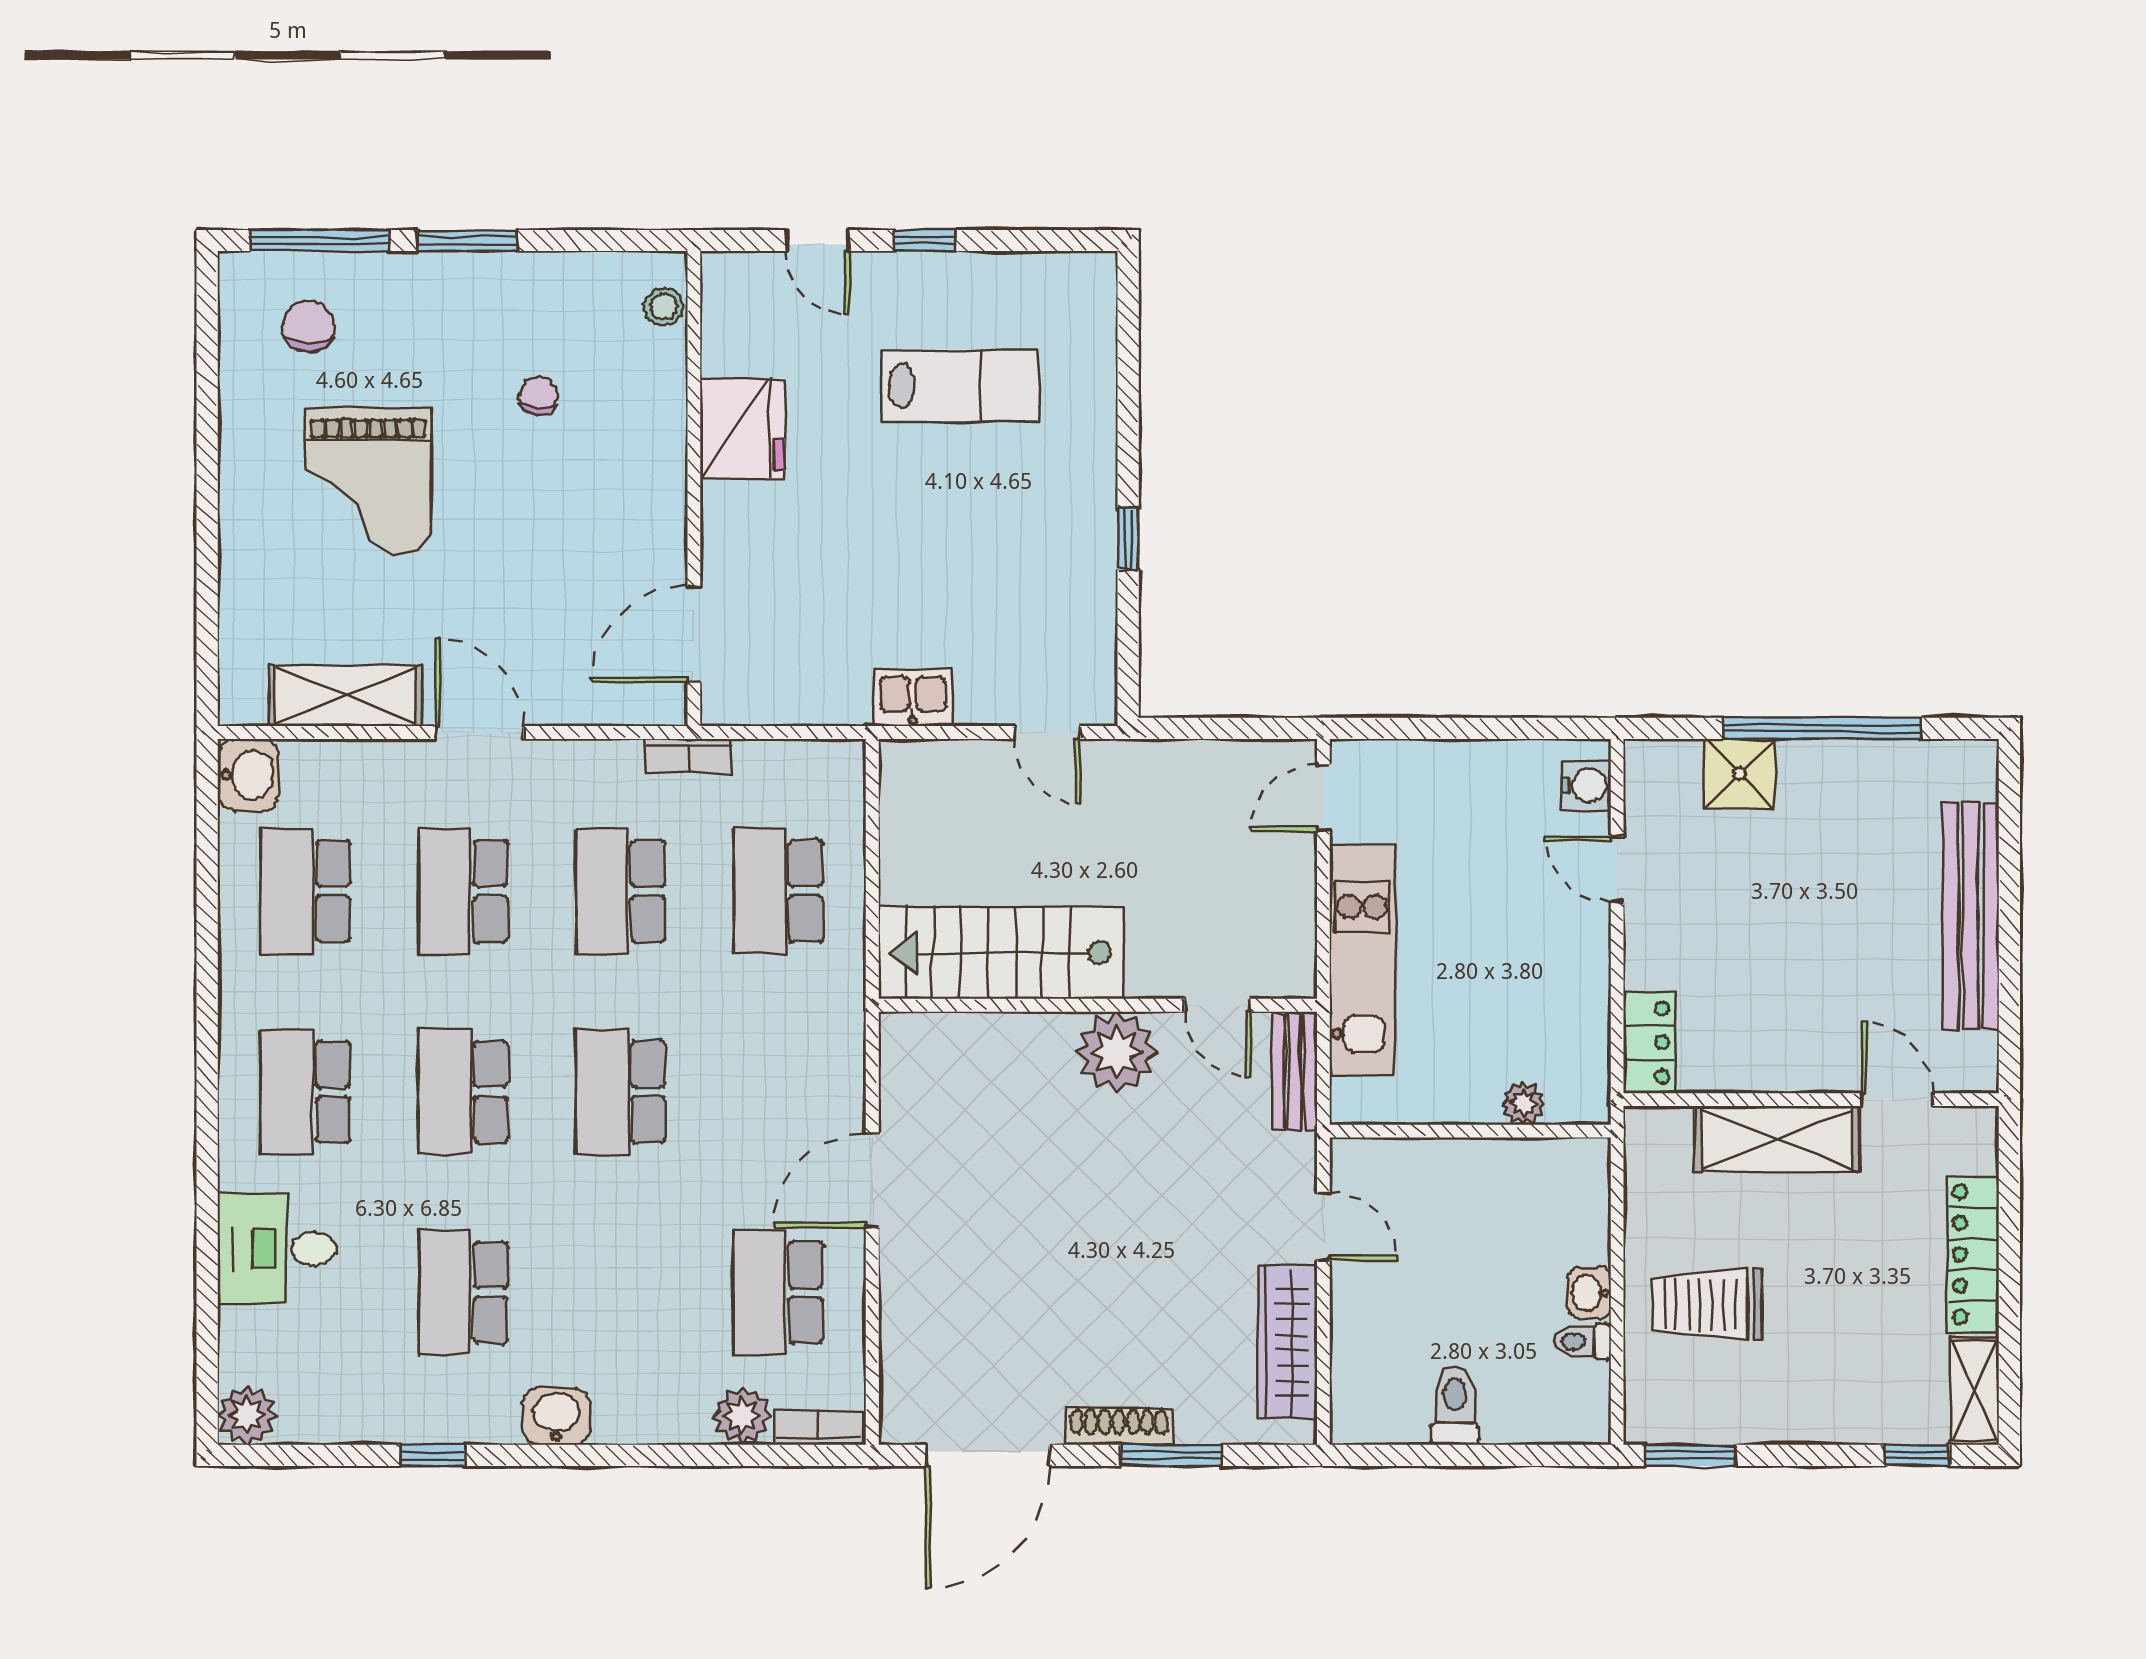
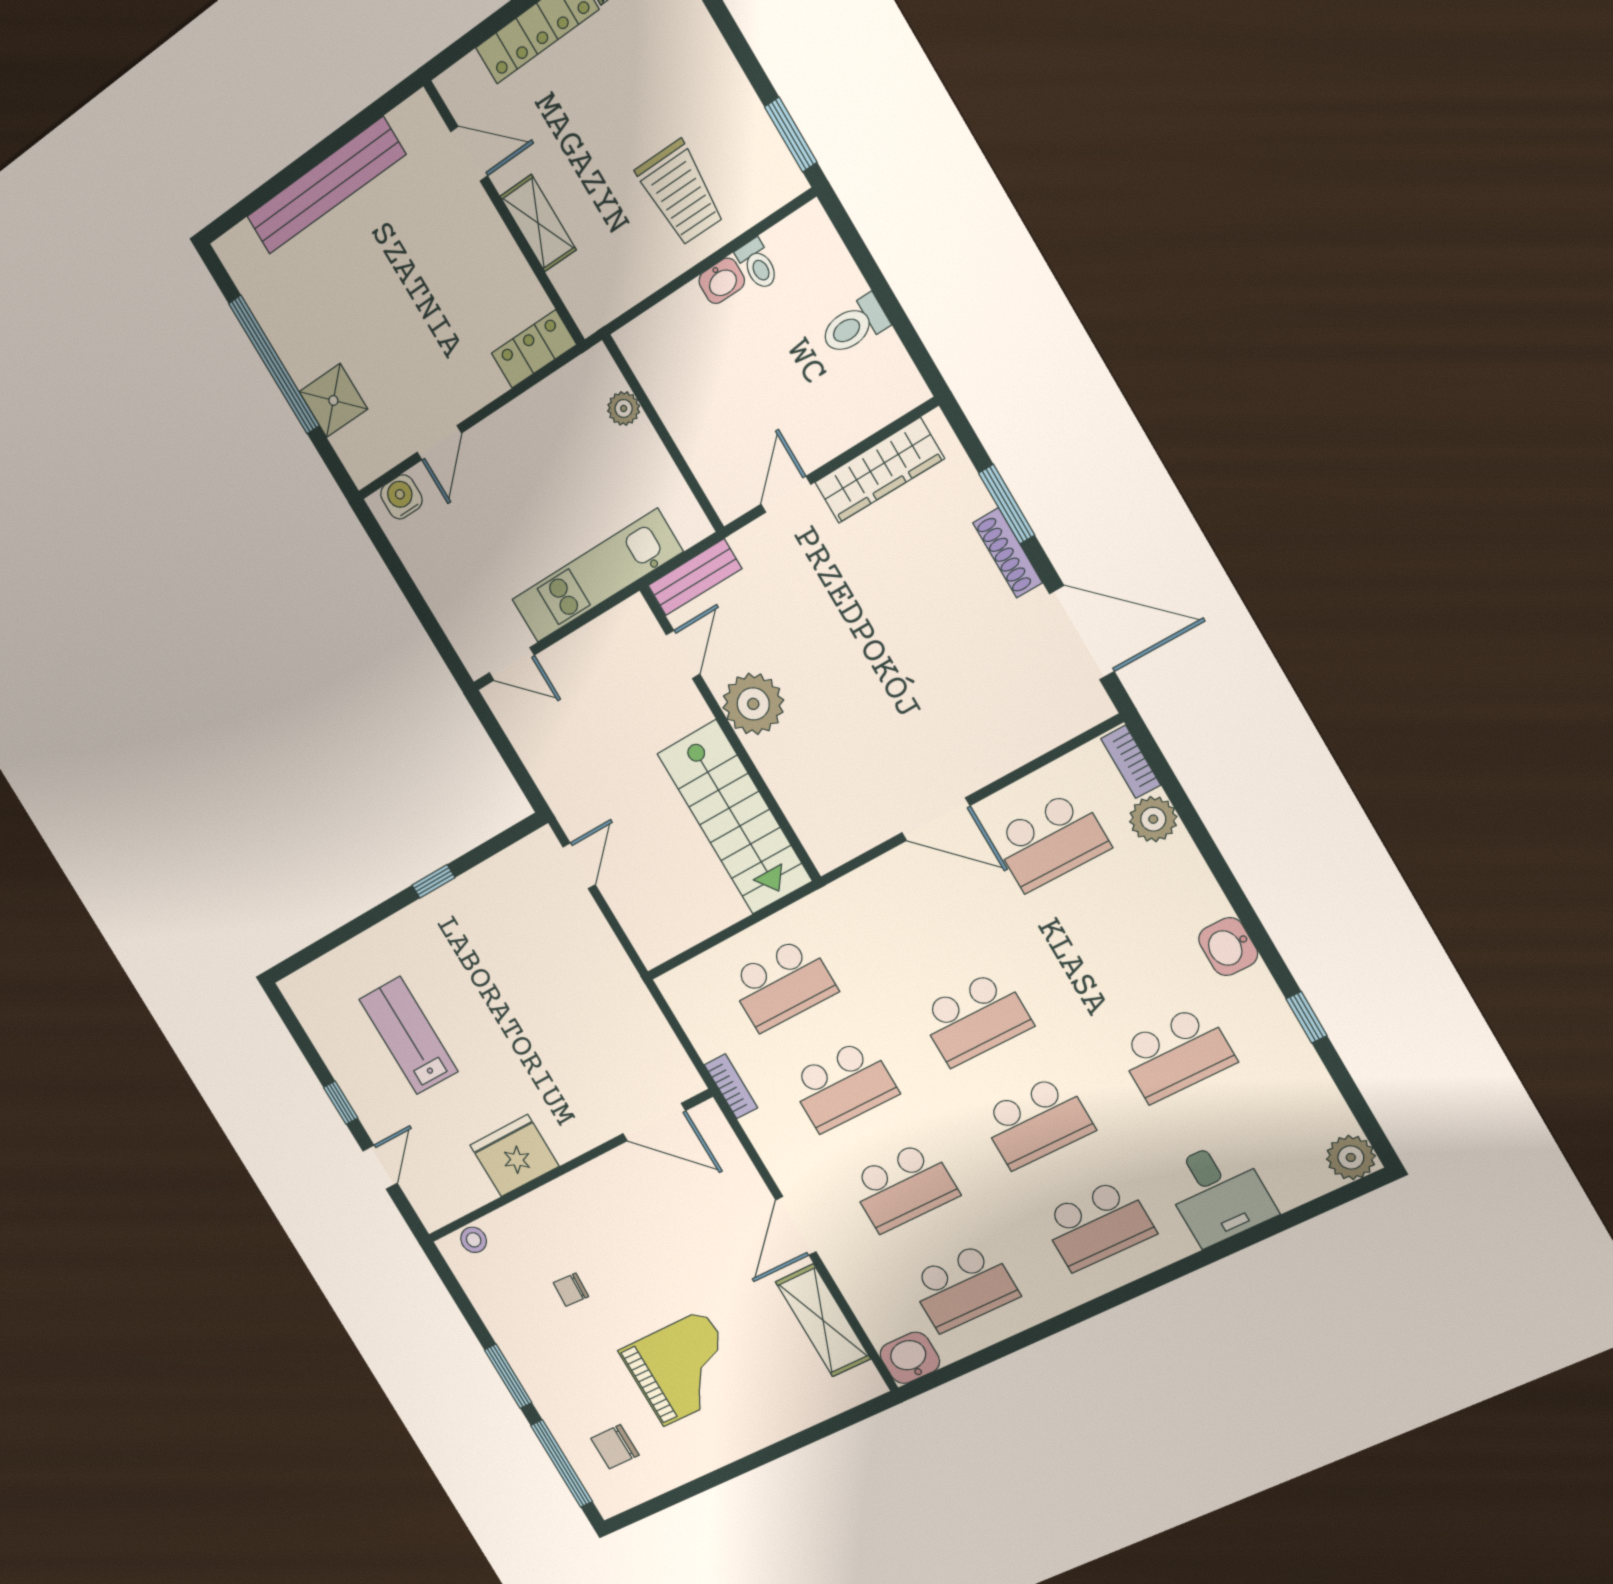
kitchen sink: (913, 698) -> (610, 963), removed
door: (1897, 1100) -> (469, 154), swing flipped
shelving: (1777, 1139) -> (538, 223), width x0.67, depth x0.75

